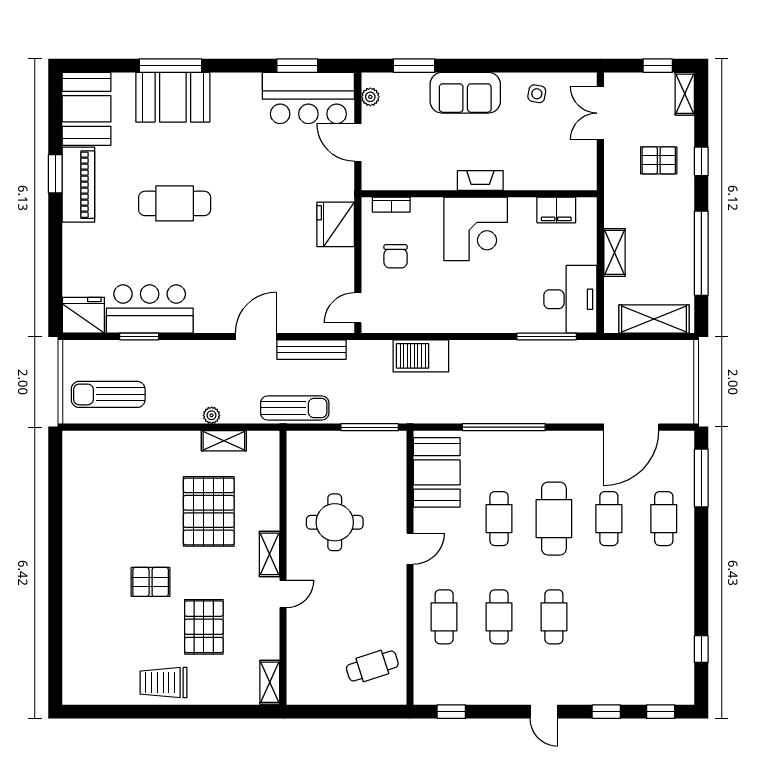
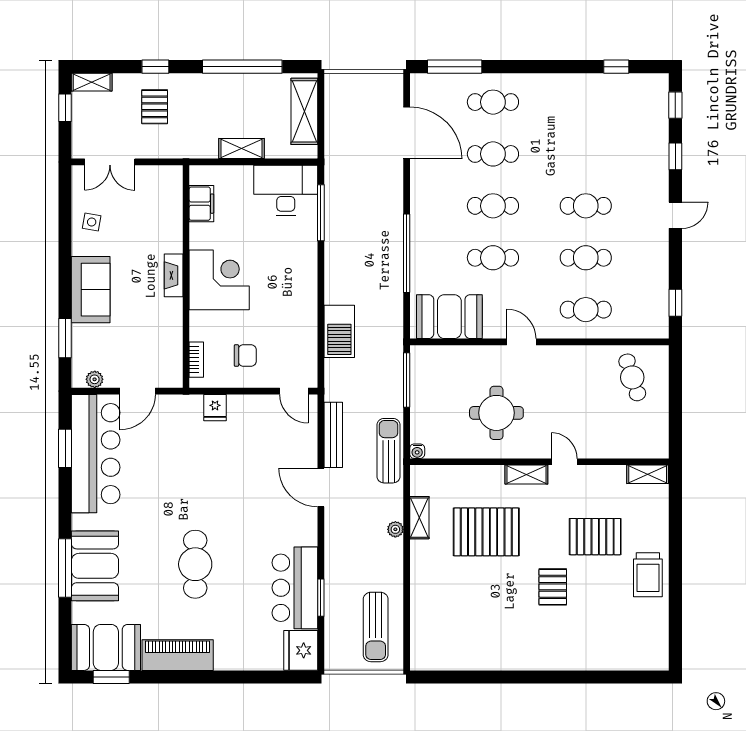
bar counter: (308, 98) -> (96, 454), width x1.36
window: (55, 174) -> (111, 677), moved
fridge: (336, 224) -> (215, 408), width x0.53, depth x0.75
water cooler: (294, 438) -> (417, 451), added
cafe table: (554, 519) -> (493, 206), width x0.73, depth x0.74

